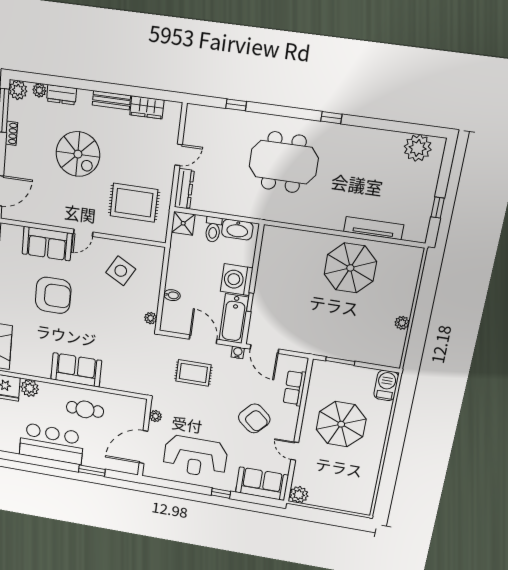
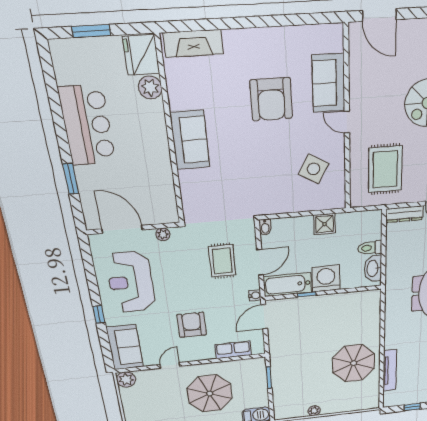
shower: (183, 223) -> (325, 224), moved
bidet: (172, 295) -> (265, 227), moved
plant: (151, 318) -> (270, 208), removed
cafe table: (85, 409) -> (145, 158), removed
armchair: (254, 418) -> (192, 325), turned 139

